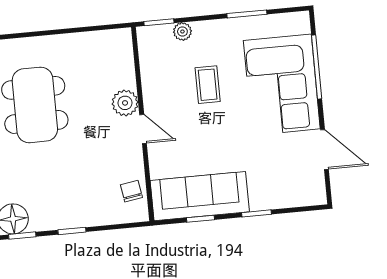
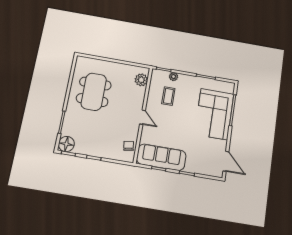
coffee table: (208, 85) -> (168, 96), moved
plant: (125, 103) -> (141, 80), moved
door: (324, 150) -> (226, 161), moved

